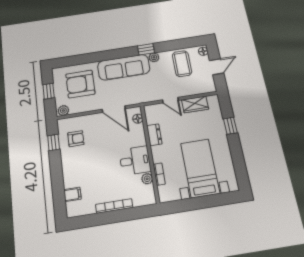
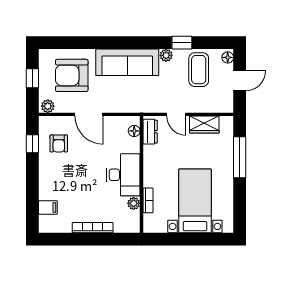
window: (146, 49) -> (182, 43), moved
door: (114, 109) -> (89, 114), moved
window: (230, 126) -> (240, 157), width x2.17
dresser: (154, 135) -> (150, 132), moved
armchair: (76, 139) -> (59, 143), turned 90
desk: (135, 161) -> (123, 175), width x1.37

